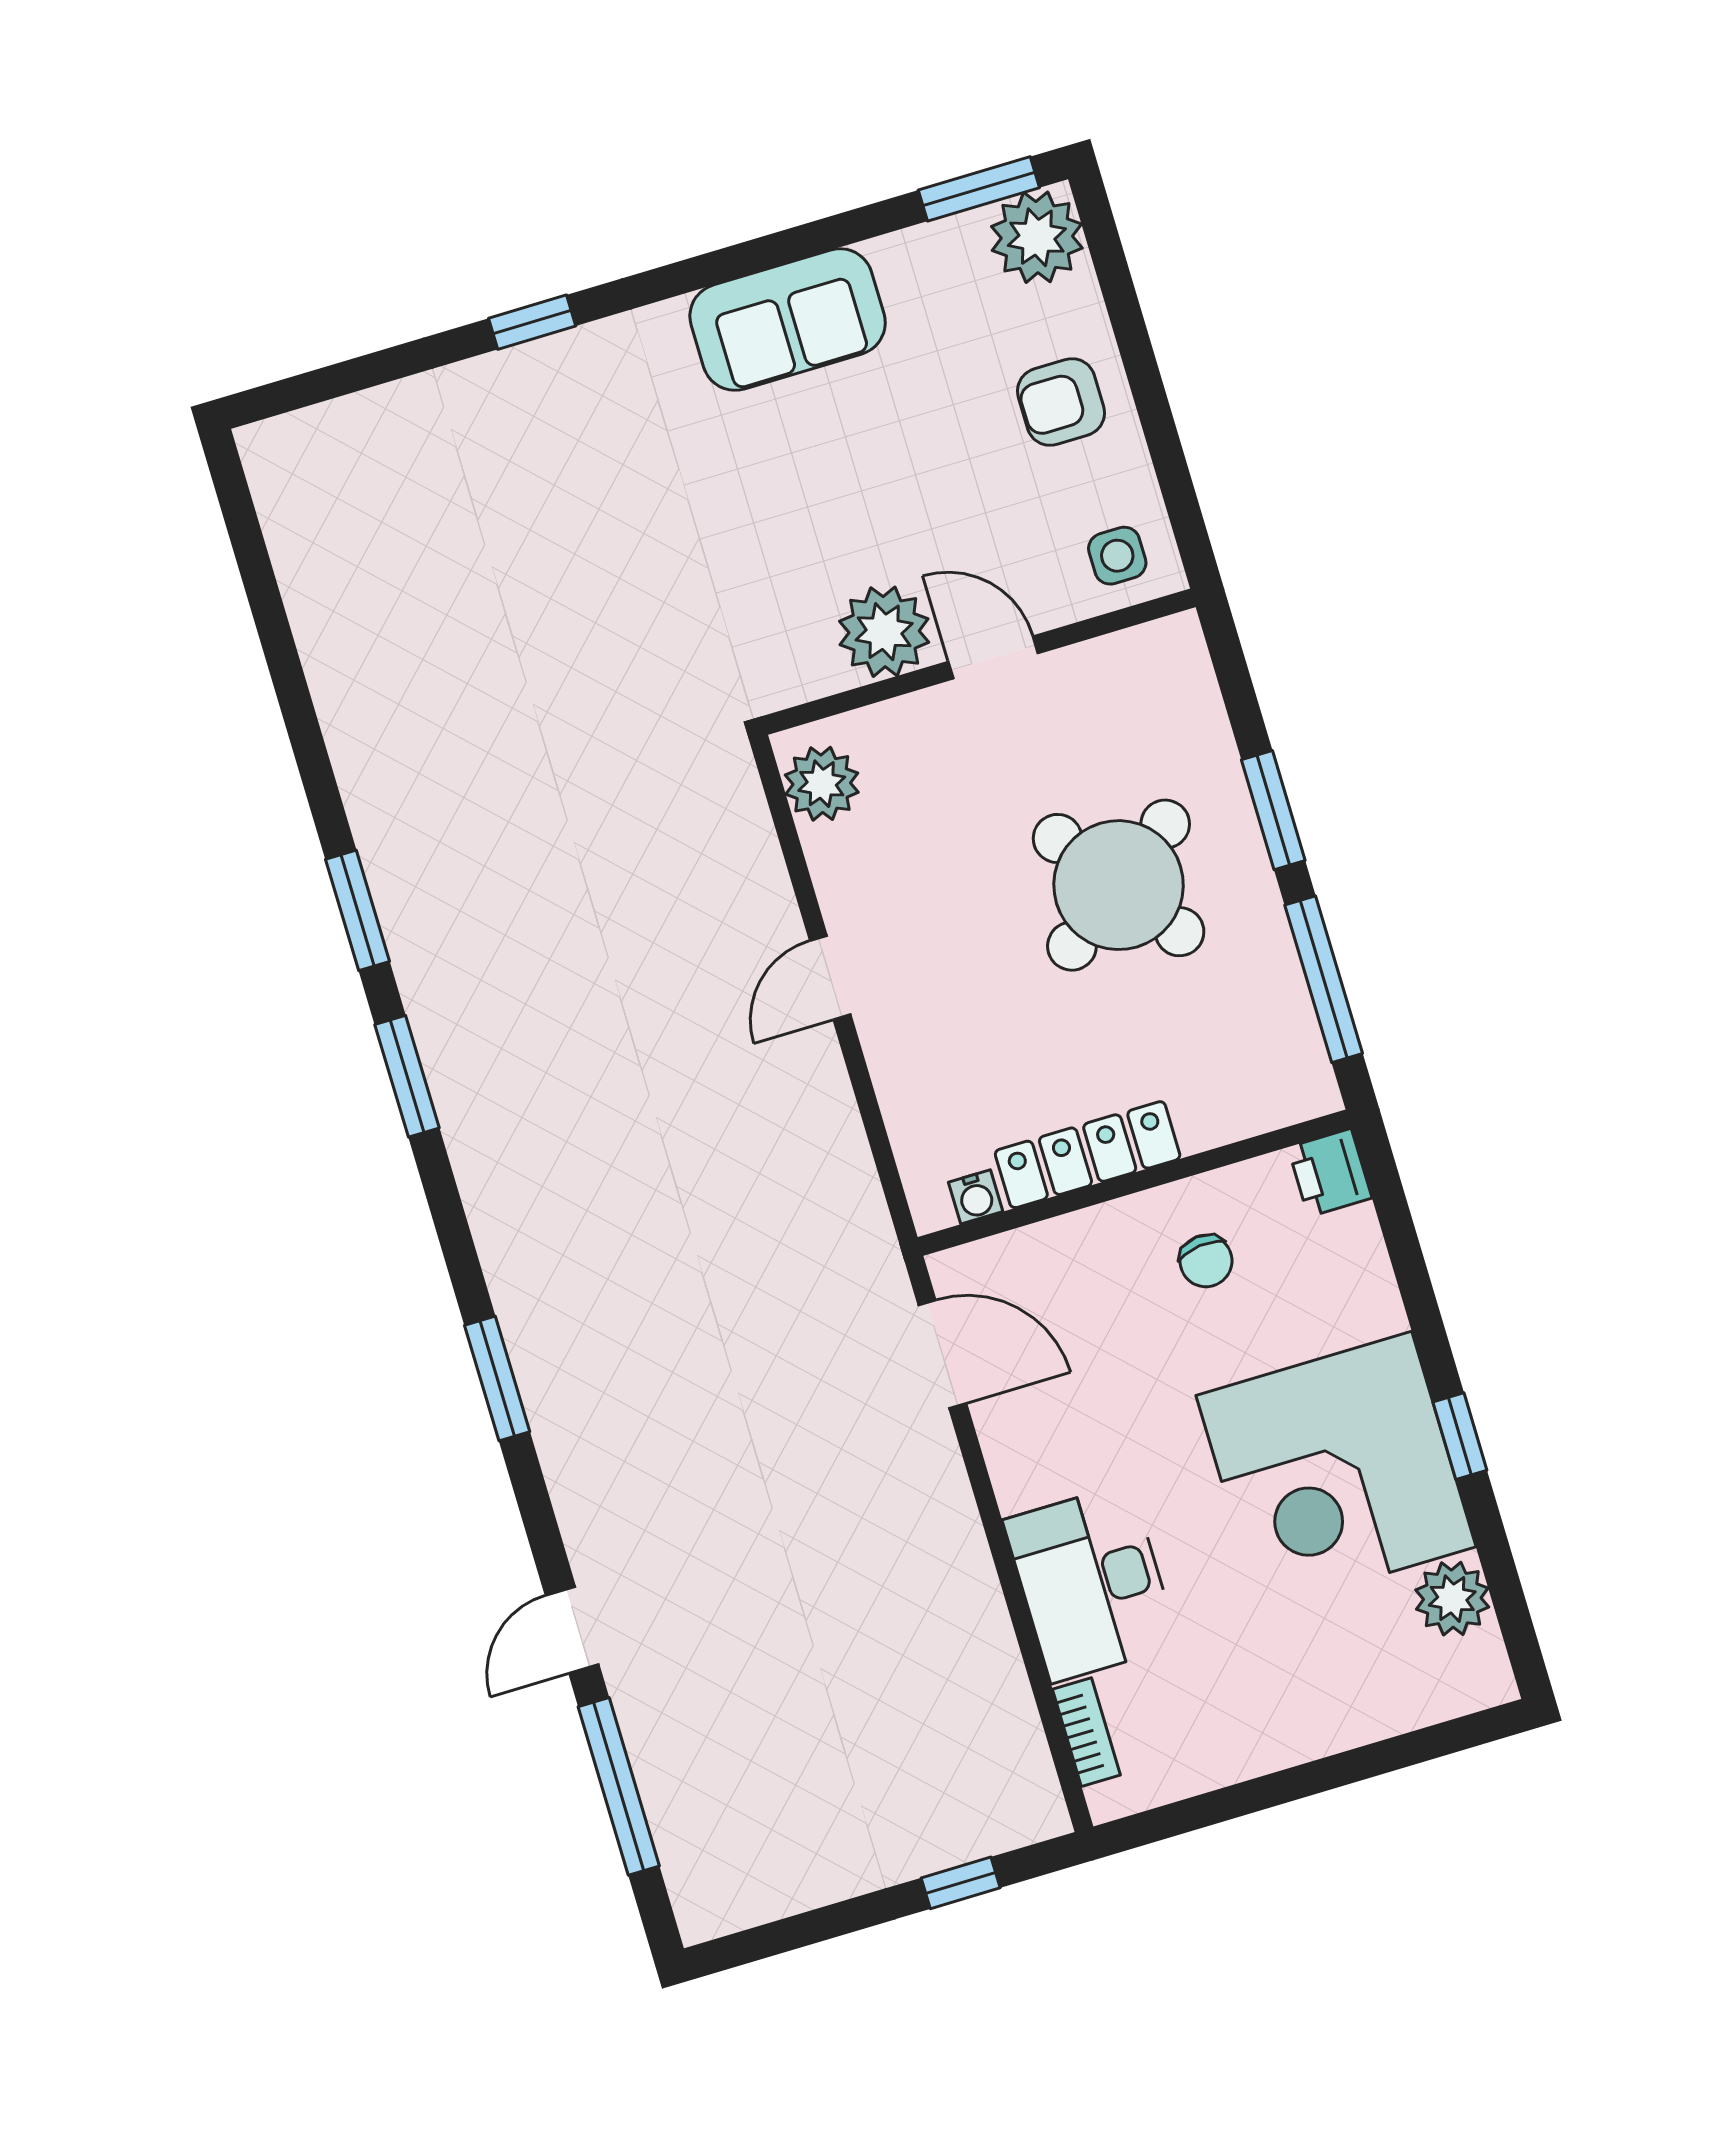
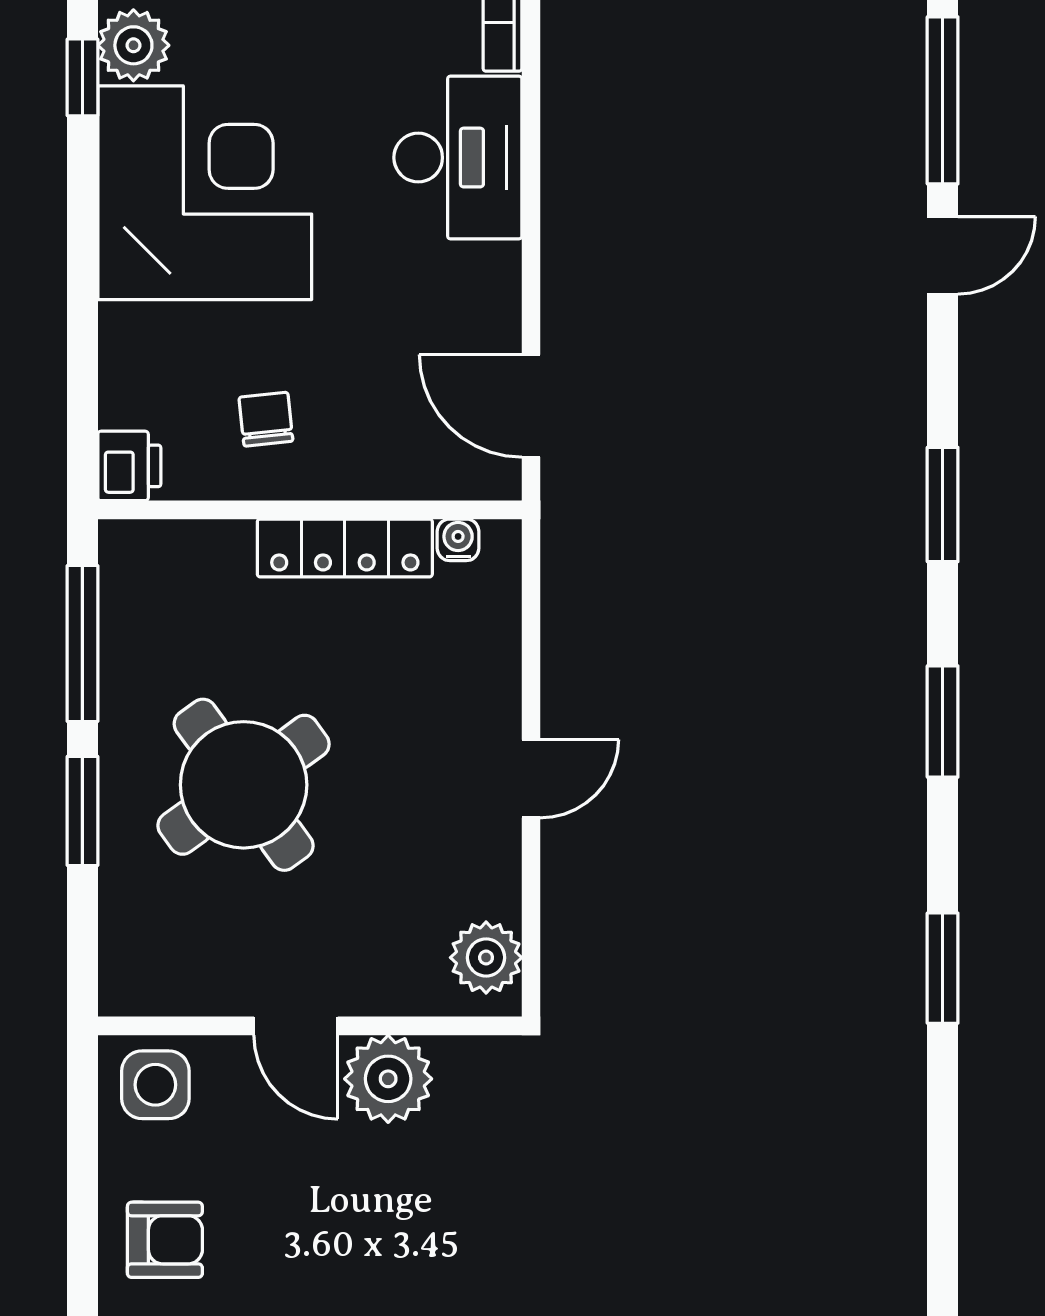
side table: (1117, 556) -> (155, 1085), width x1.37, depth x1.37
window: (407, 1076) -> (943, 721), moved
window: (1460, 1436) -> (82, 77), moved

